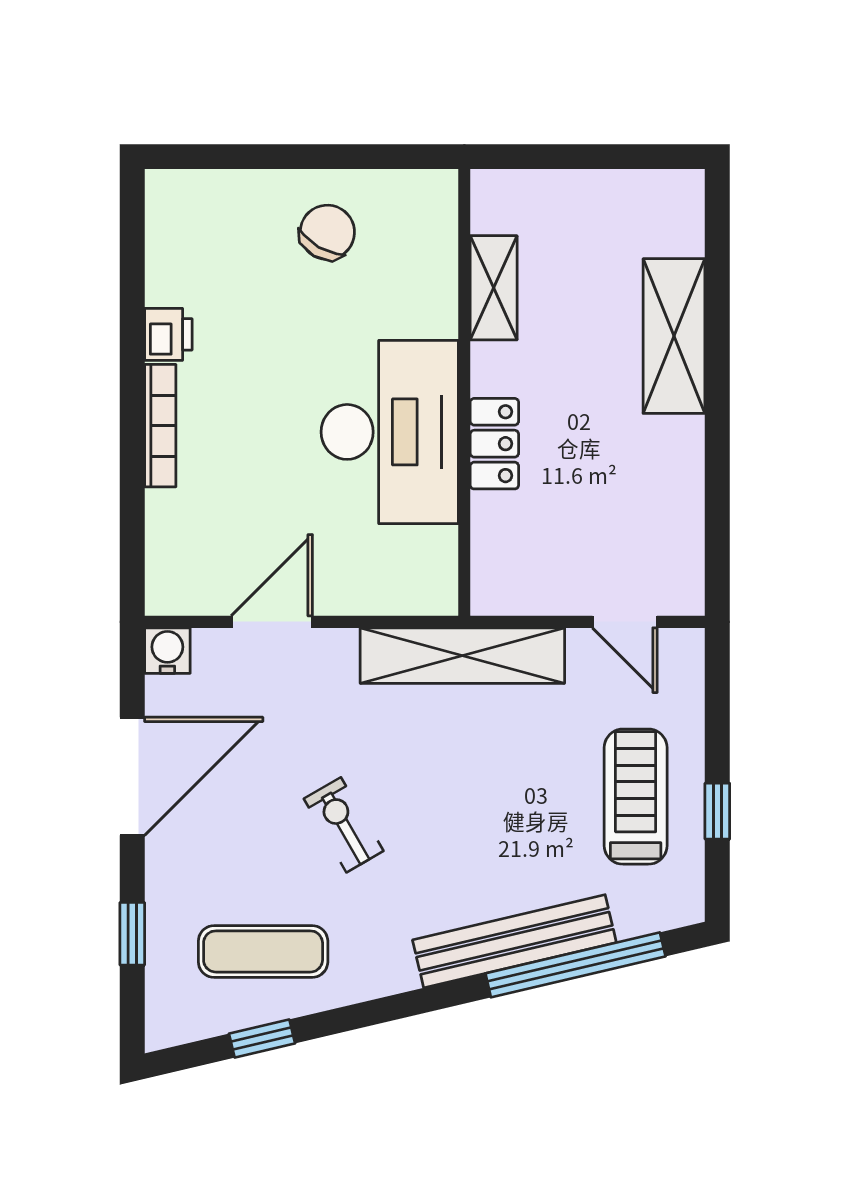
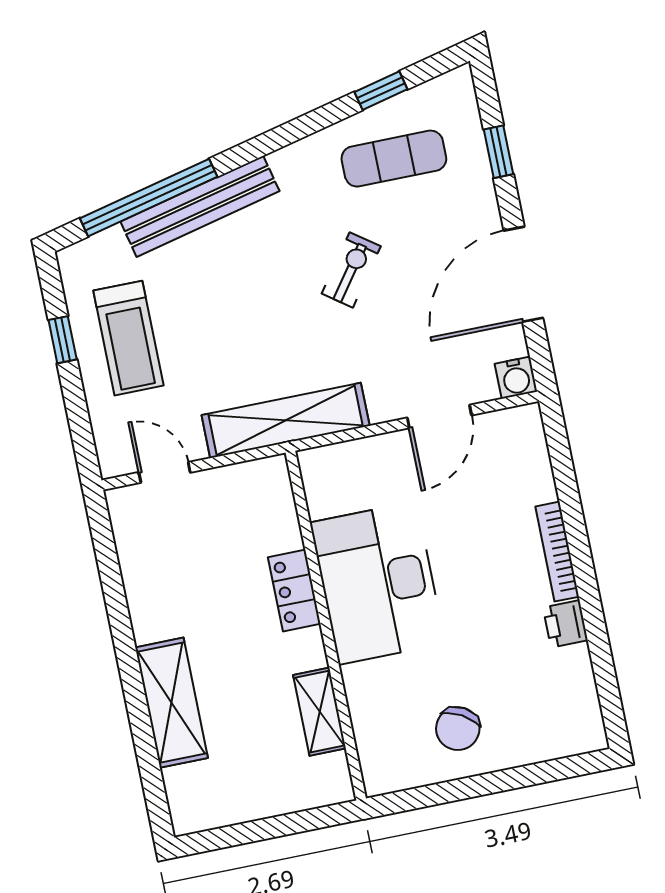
exercise bike: (344, 825) -> (351, 270), turned -114

